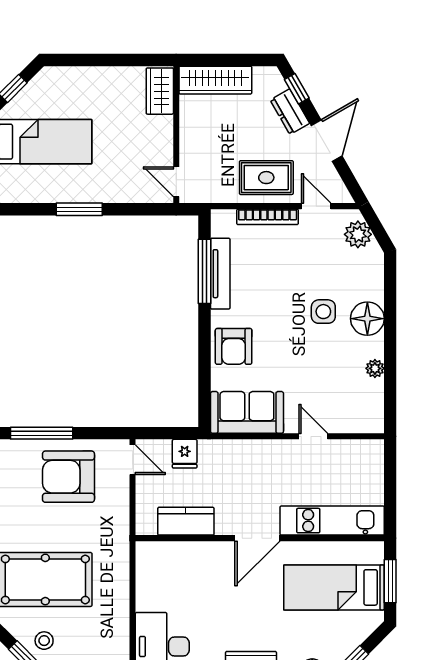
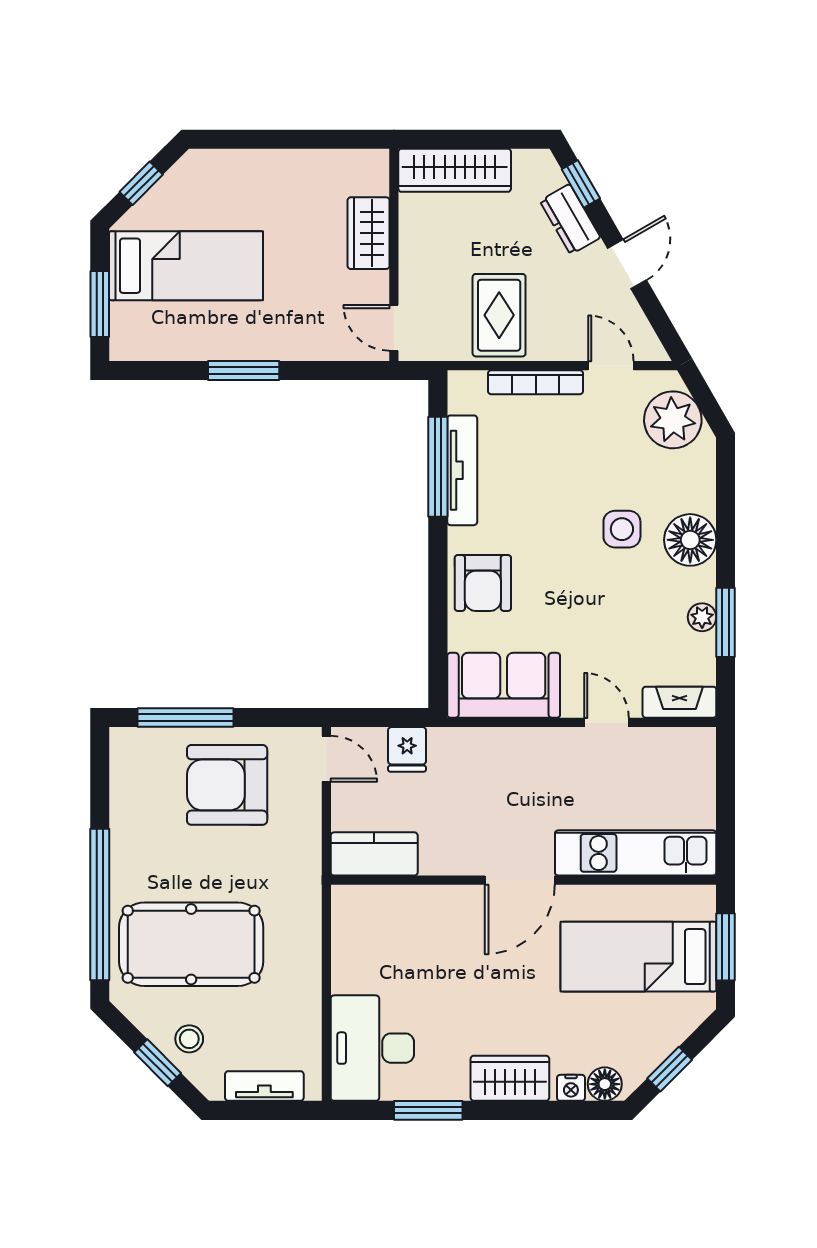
wardrobe: (160, 91) -> (369, 233), moved
door: (327, 141) -> (627, 264), width x0.73
rug: (266, 178) -> (499, 315), moved, turned 90
plant: (358, 234) -> (673, 420), width x1.36, depth x1.36
window: (390, 372) -> (726, 622), added
fireplace: (360, 423) -> (679, 702), added
kitchen counter: (186, 521) -> (374, 854), moved

